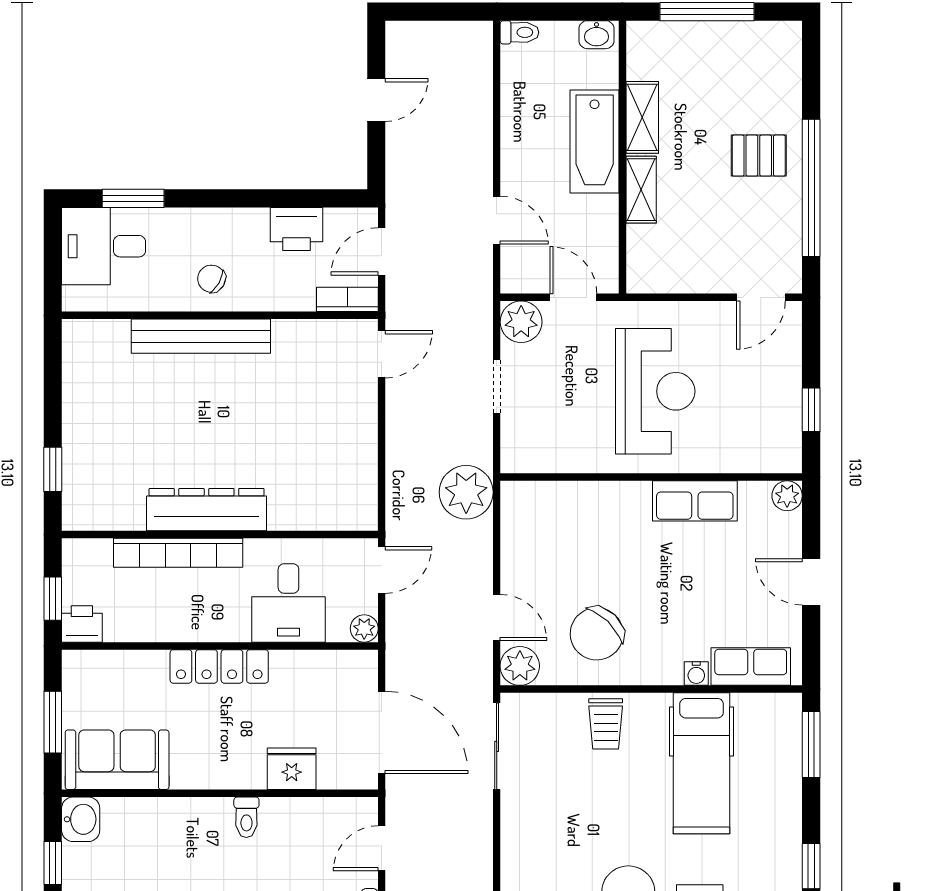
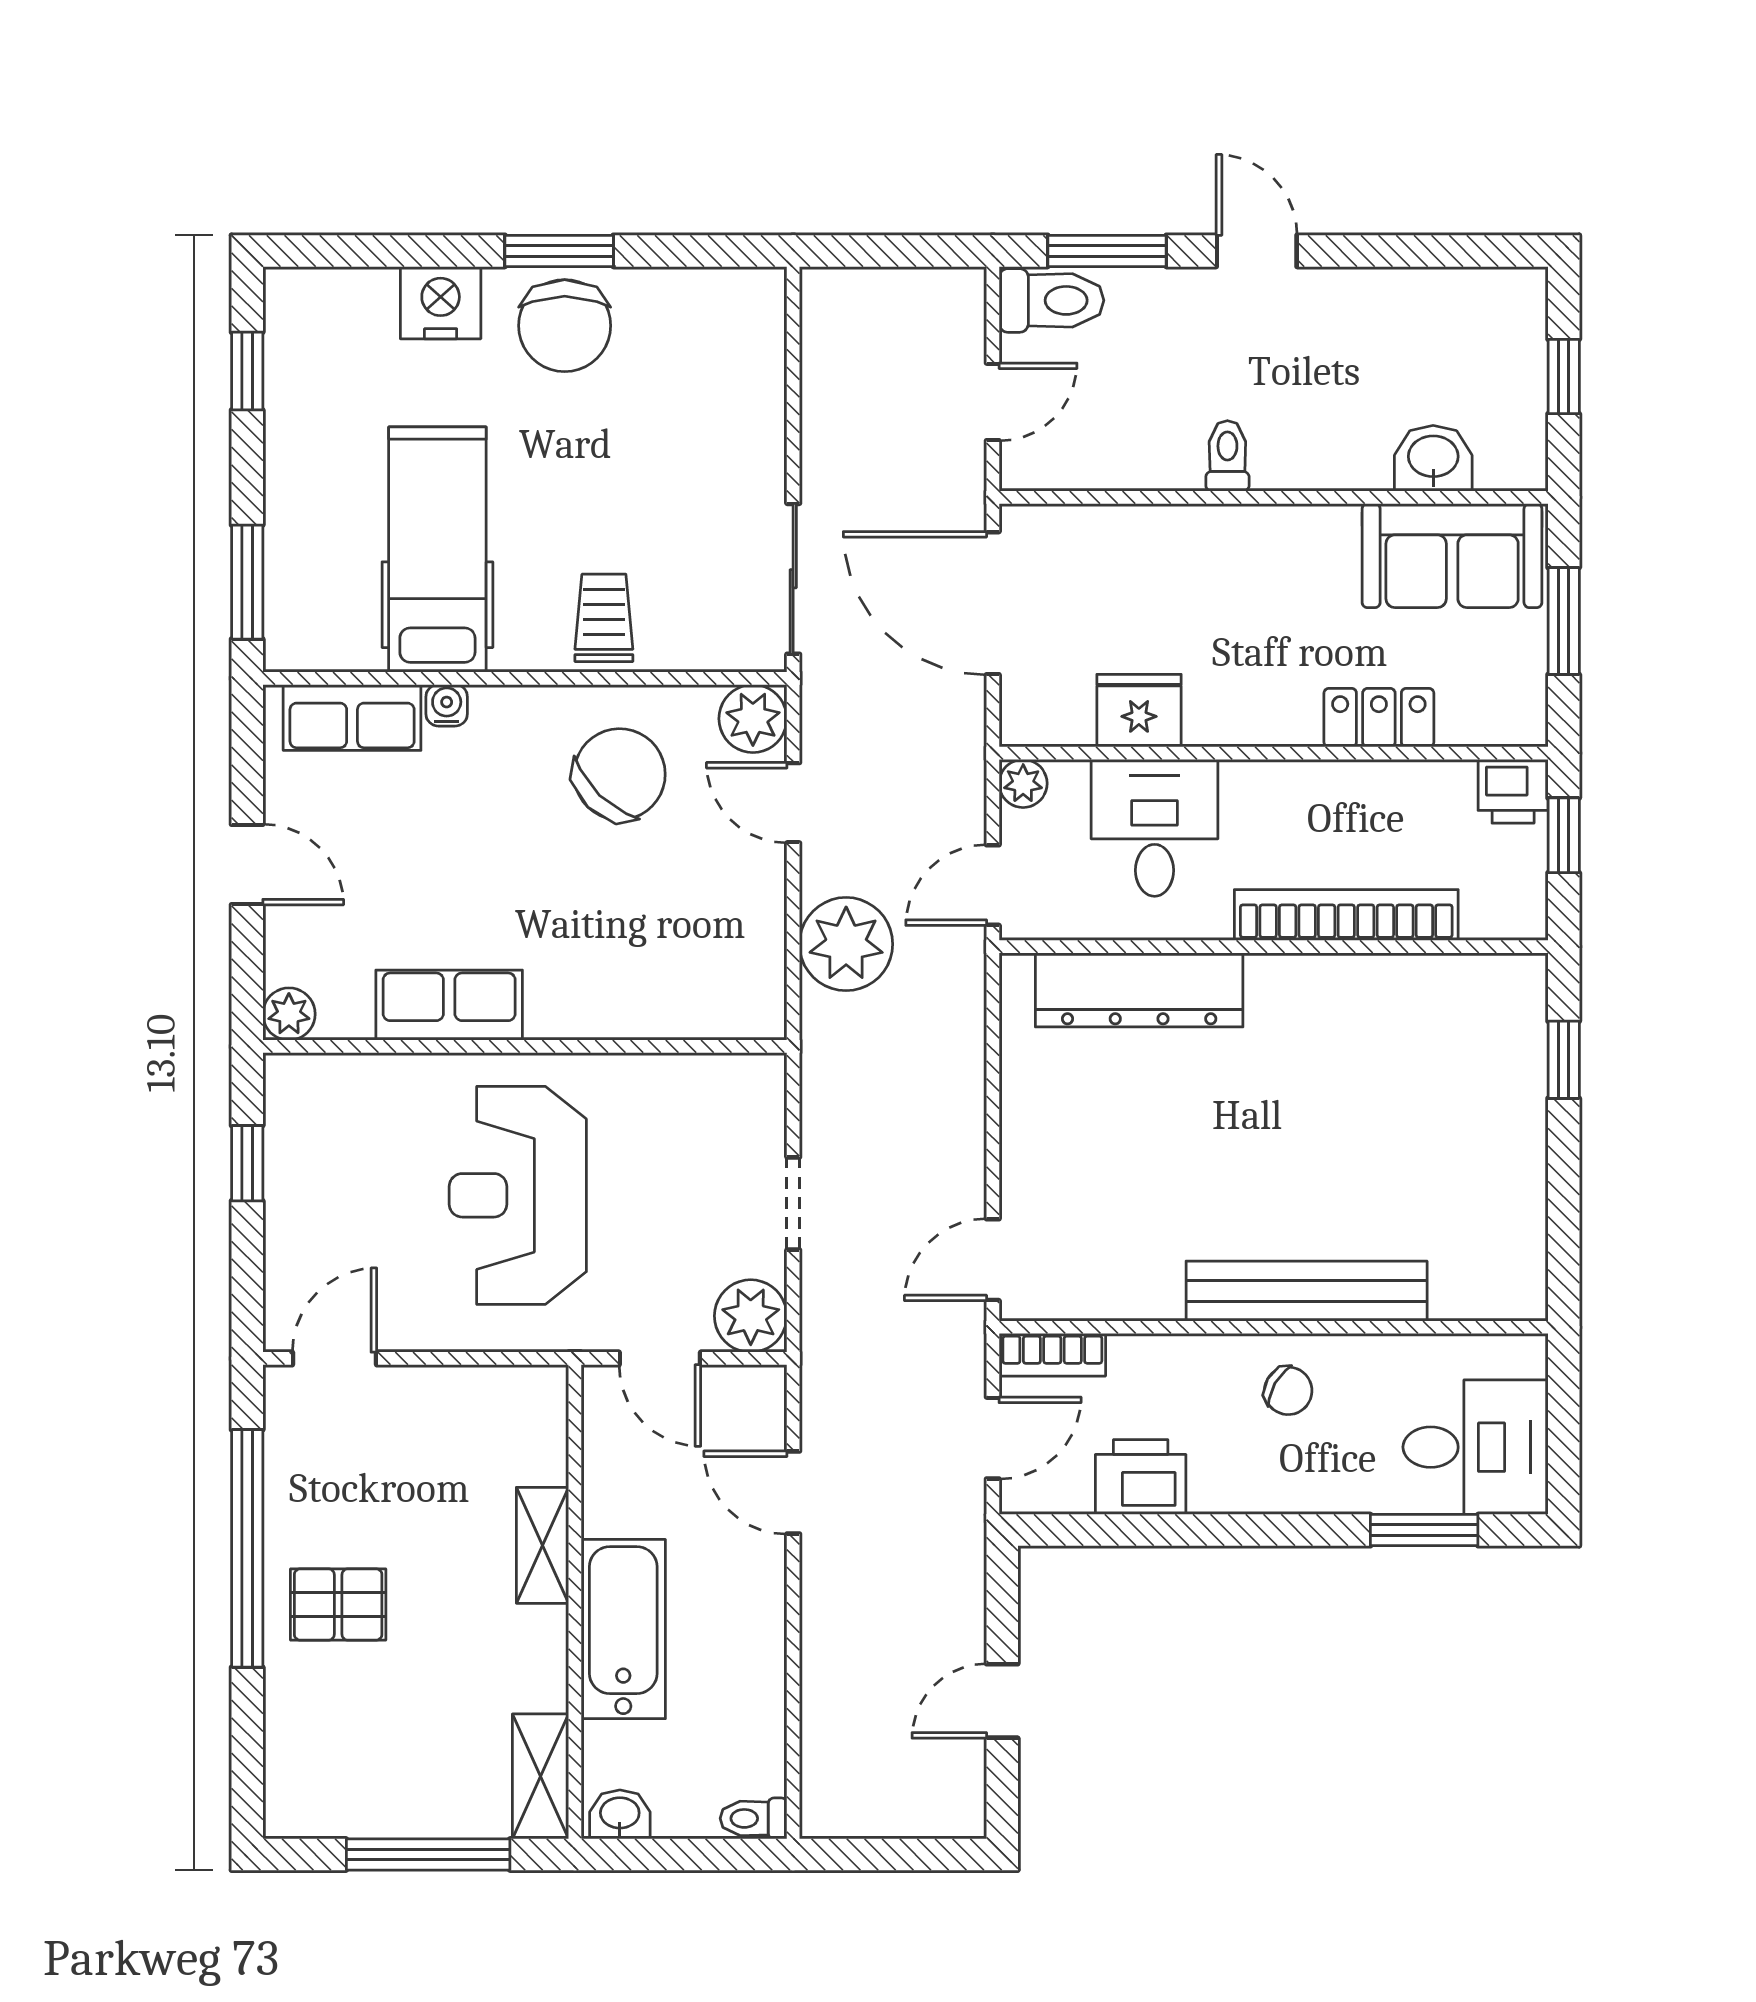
shelving: (642, 117) -> (540, 1776), moved
plant: (466, 492) -> (846, 944), moved
dresser: (206, 510) -> (1139, 990), moved
locker: (219, 666) -> (1379, 718), moved, width x0.66
fridge: (292, 769) -> (1139, 711), moved, turned 180
washbasin: (81, 819) -> (1433, 458), moved, turned 90

